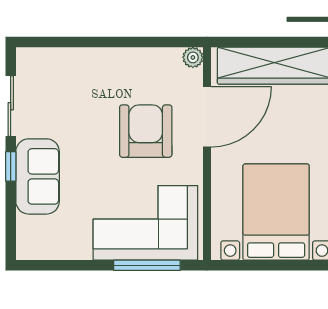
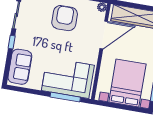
armchair: (146, 131) -> (65, 18), moved
sofa: (38, 176) -> (20, 67), moved

